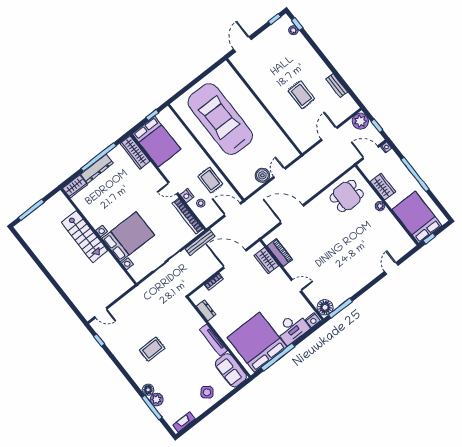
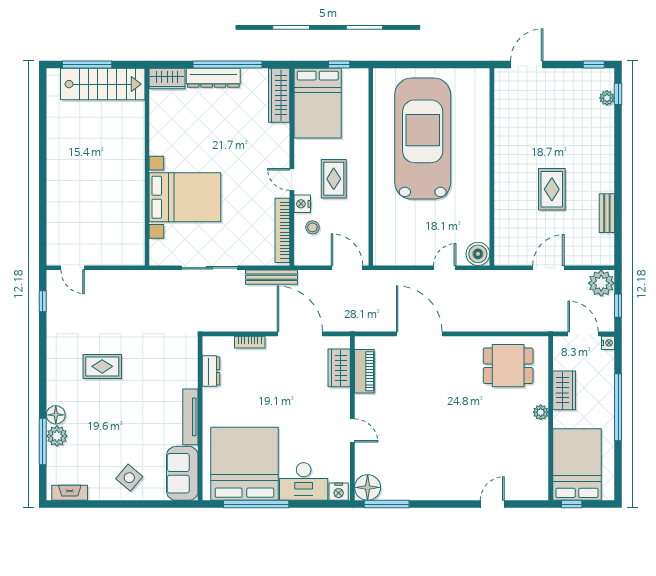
boiler: (262, 175) -> (478, 254), moved
rug: (210, 180) -> (334, 179), moved
stairs: (85, 236) -> (103, 84), moved, turned -90

